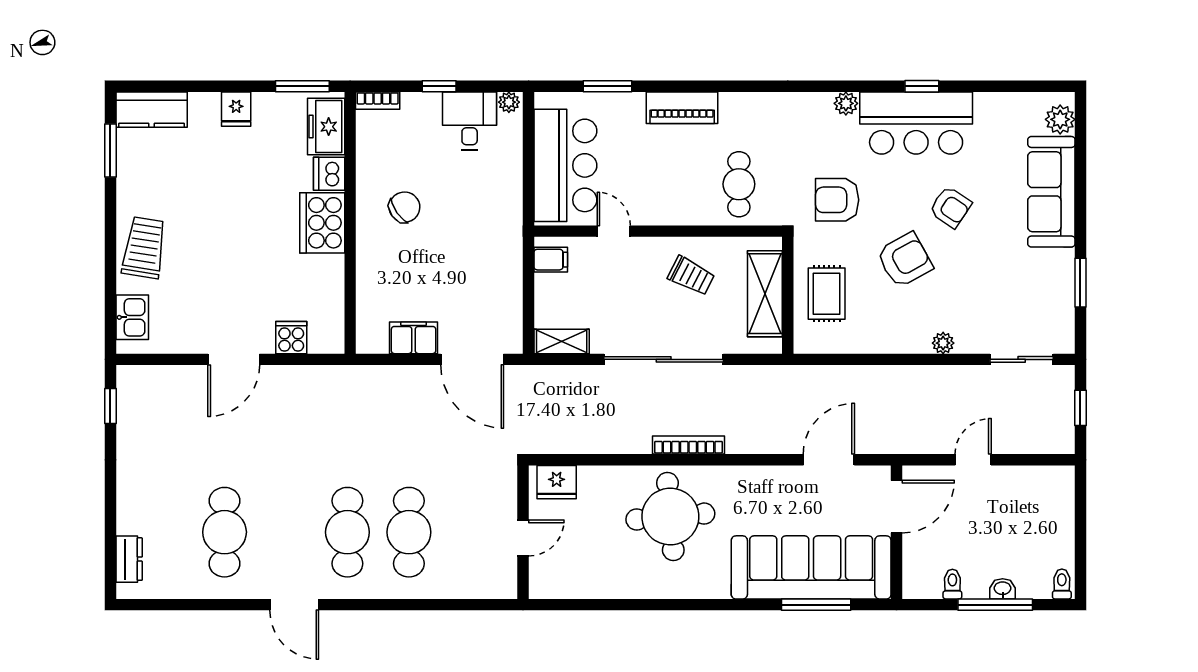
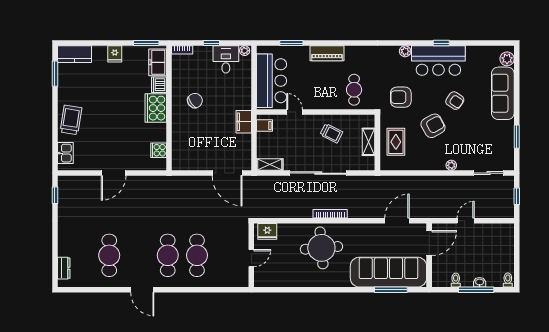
shelving: (765, 294) -> (369, 142), width x0.67, depth x0.75
cooker: (291, 338) -> (159, 150), moved, turned -90
filing cabinet: (414, 338) -> (244, 122), moved, turned -90

